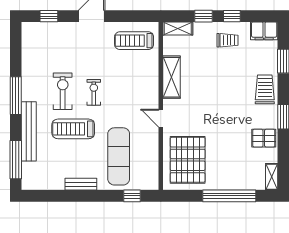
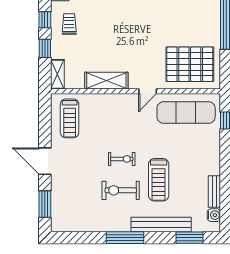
window: (49, 16) -> (45, 204), width x1.50
exercise bike: (94, 92) -> (122, 159), turned 180
exercise mat: (119, 156) -> (186, 113), moved
window: (16, 160) -> (190, 238), width x0.69
water cooler: (38, 184) -> (214, 215), added
bench: (81, 184) -> (214, 192), moved

